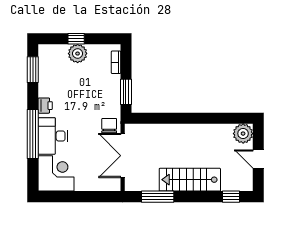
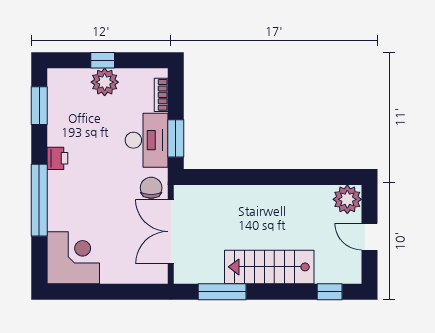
desk: (53, 136) -> (147, 140), moved, turned 180

